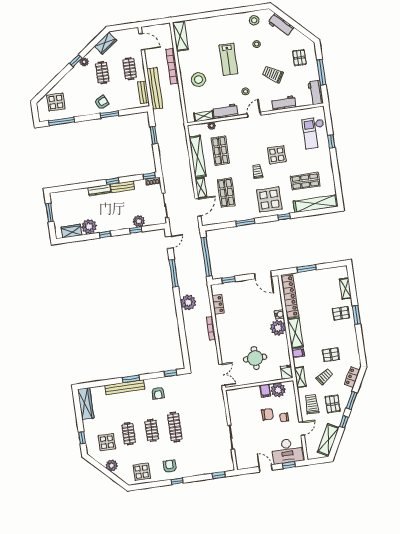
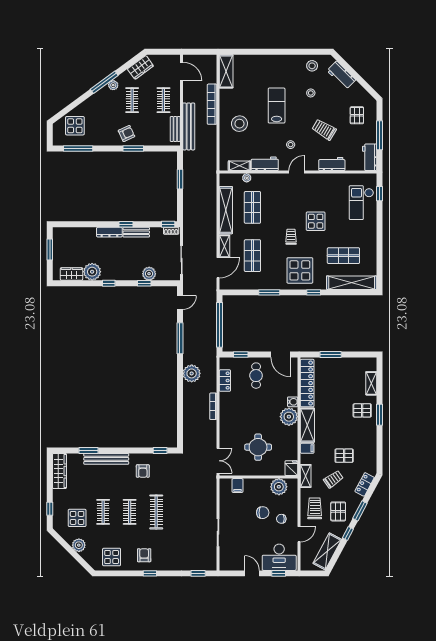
lab bench: (228, 59) -> (277, 106), turned 180
window: (76, 61) -> (104, 82), width x2.17
window: (331, 141) -> (379, 194), moved
cafe table: (244, 296) -> (256, 376), added
window: (131, 379) -> (89, 450), moved
filing cabinet: (265, 391) -> (238, 486), moved

